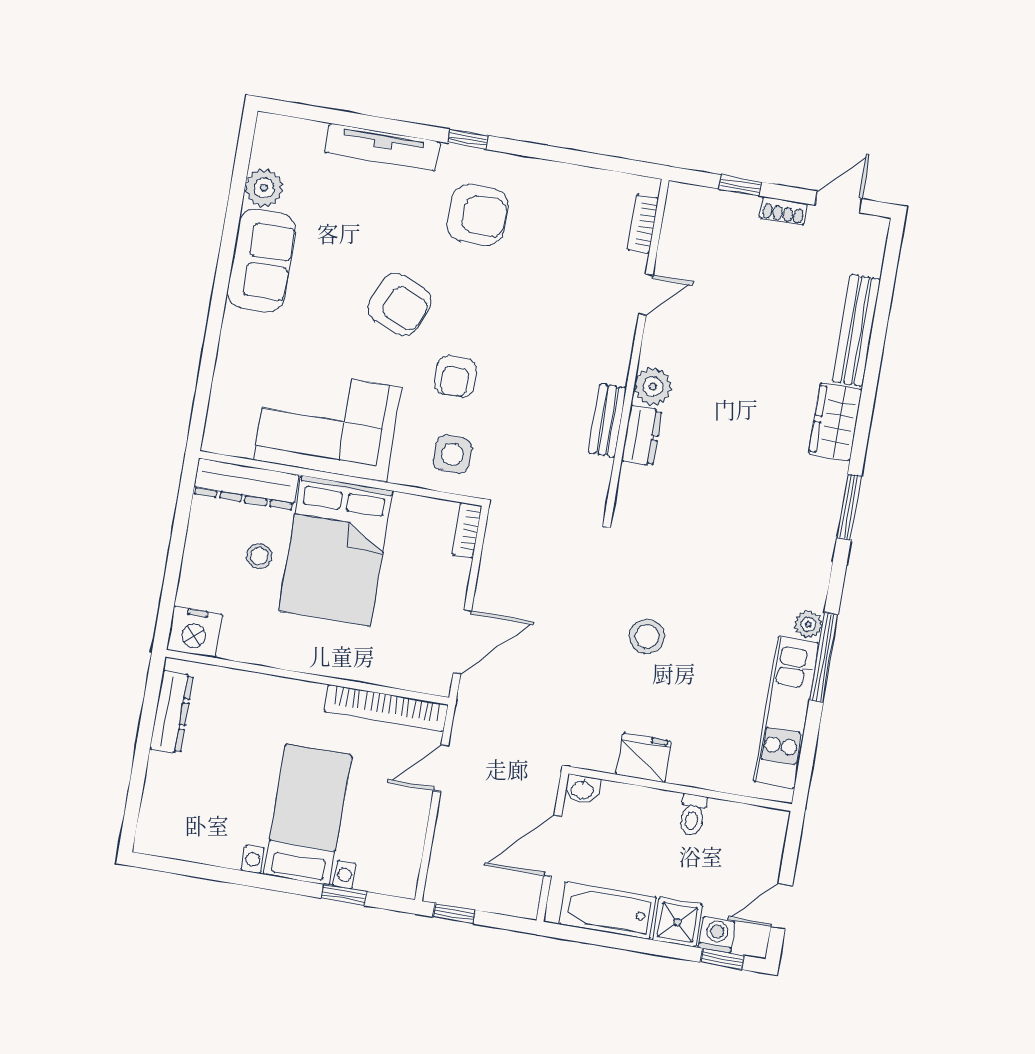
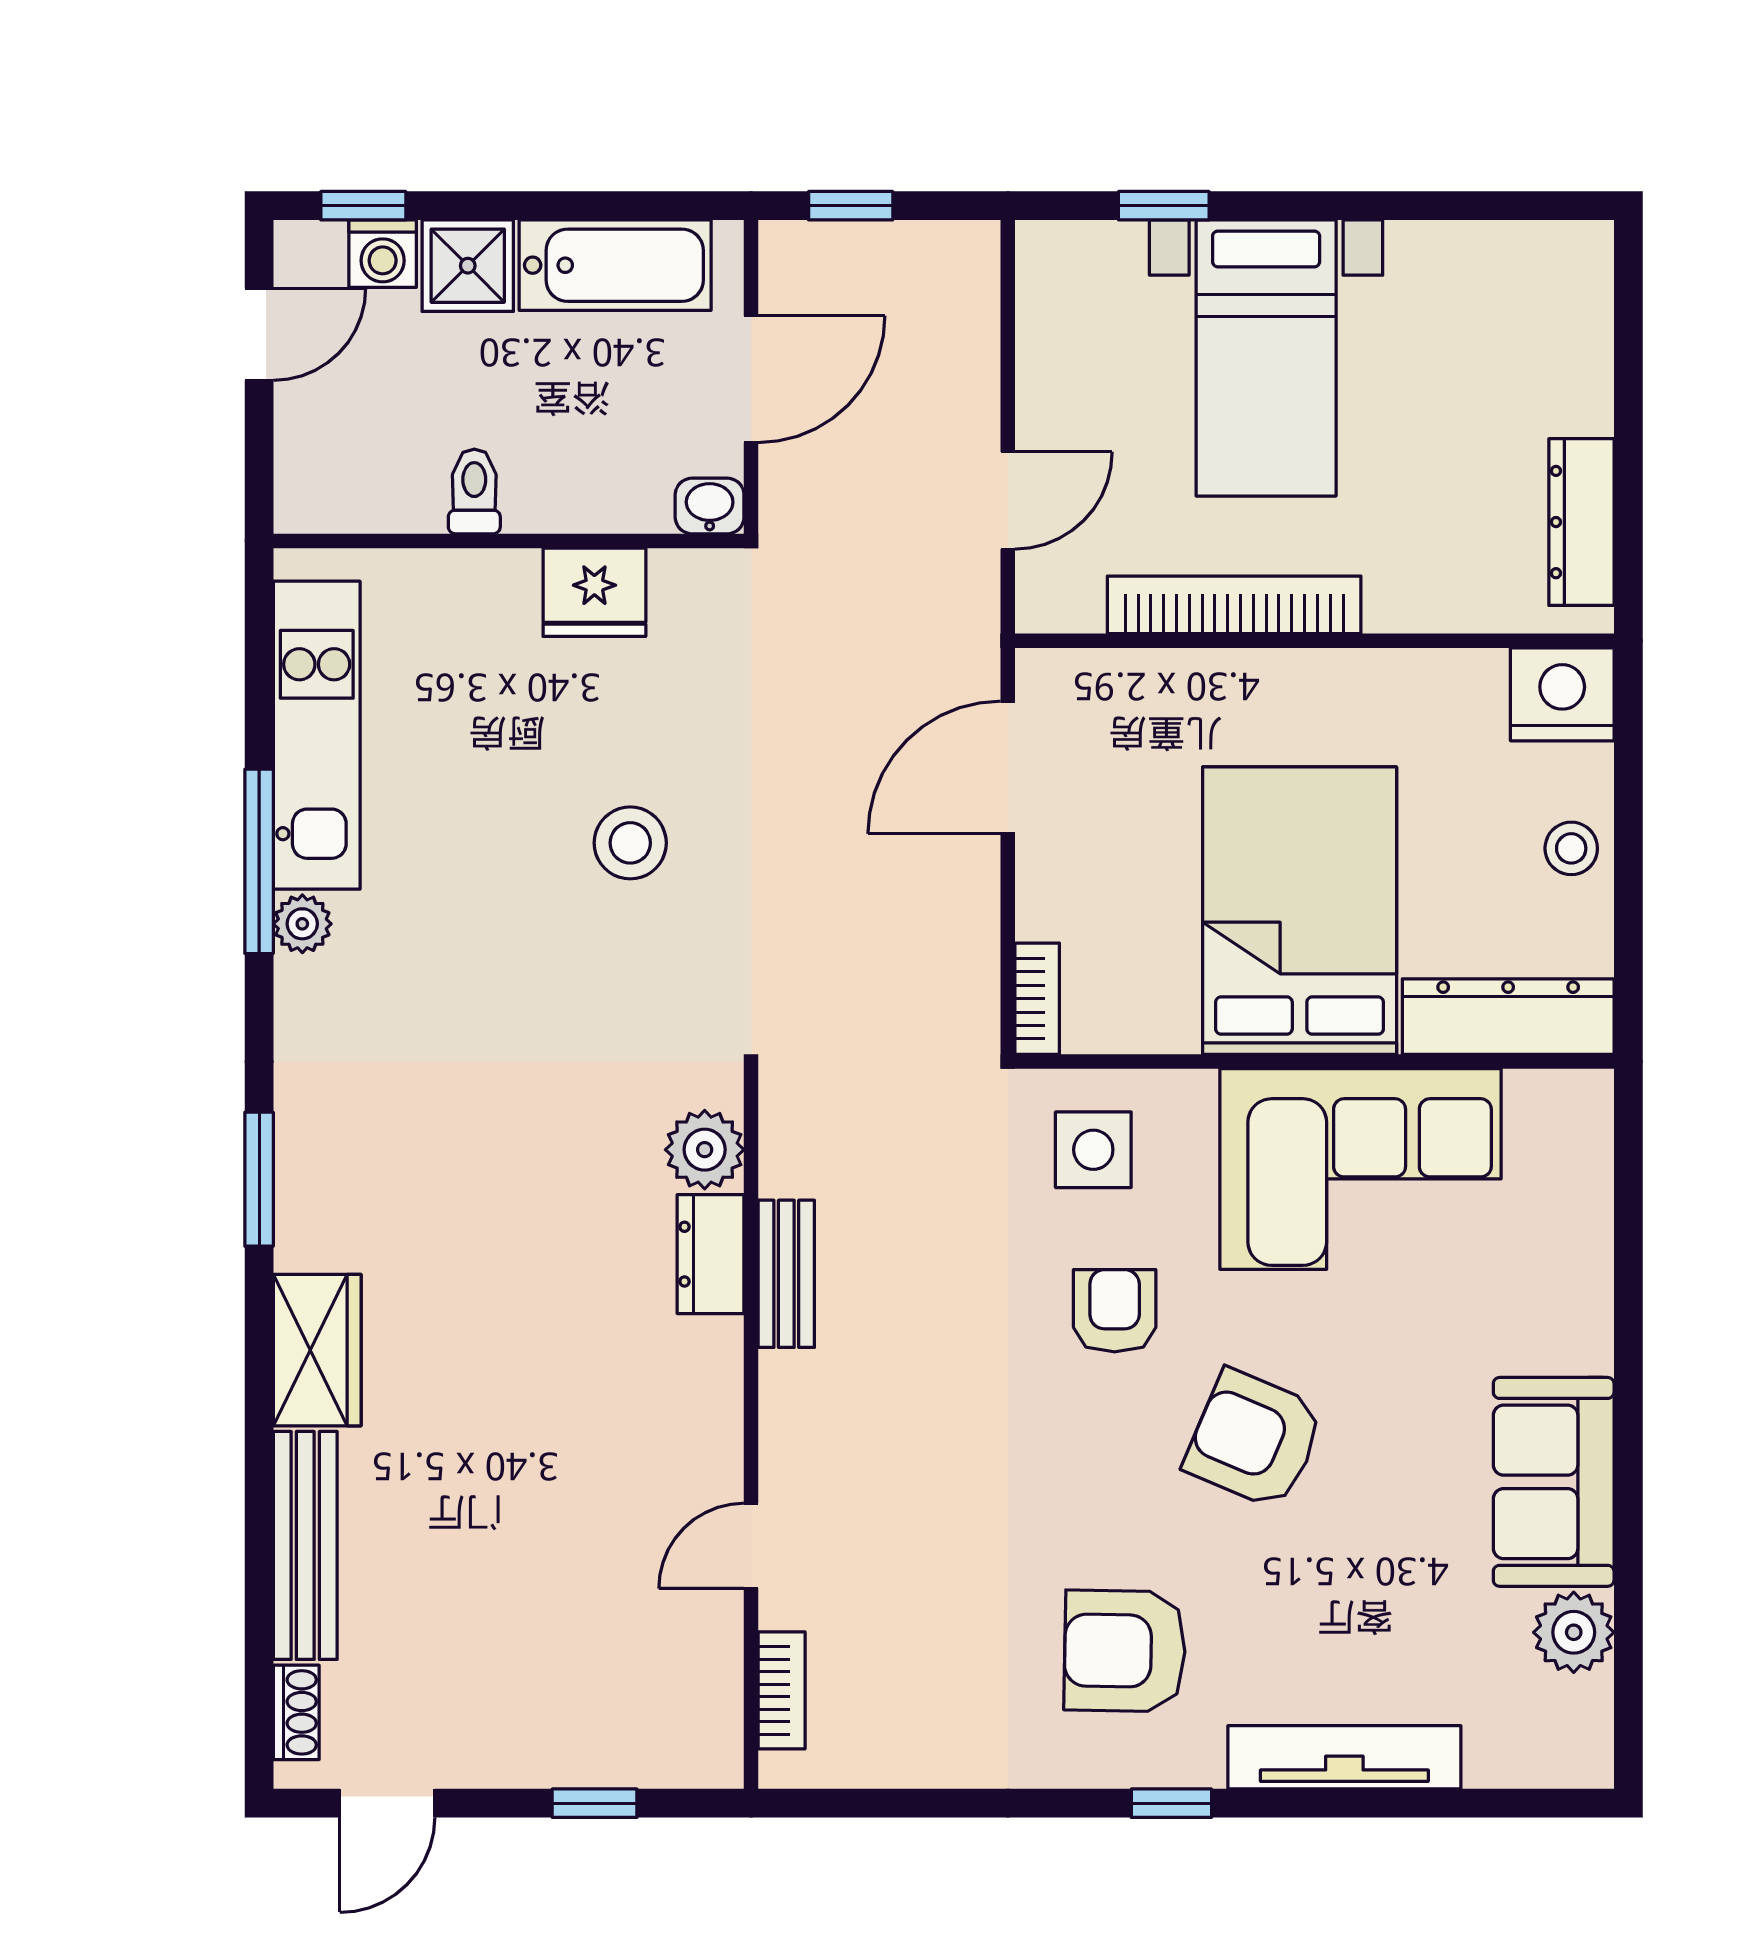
shoe rack: (783, 211) -> (296, 1712), moved, turned 90
plant: (653, 387) -> (705, 1150), moved
stool: (259, 556) -> (1571, 848), moved
bookcase: (386, 708) -> (1234, 605), moved
window: (454, 914) -> (851, 206), moved

